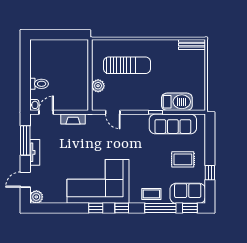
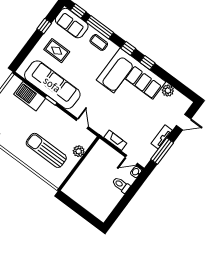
sofa: (173, 124) -> (52, 85), width x1.36, depth x1.27
plant: (36, 197) -> (168, 91), moved

